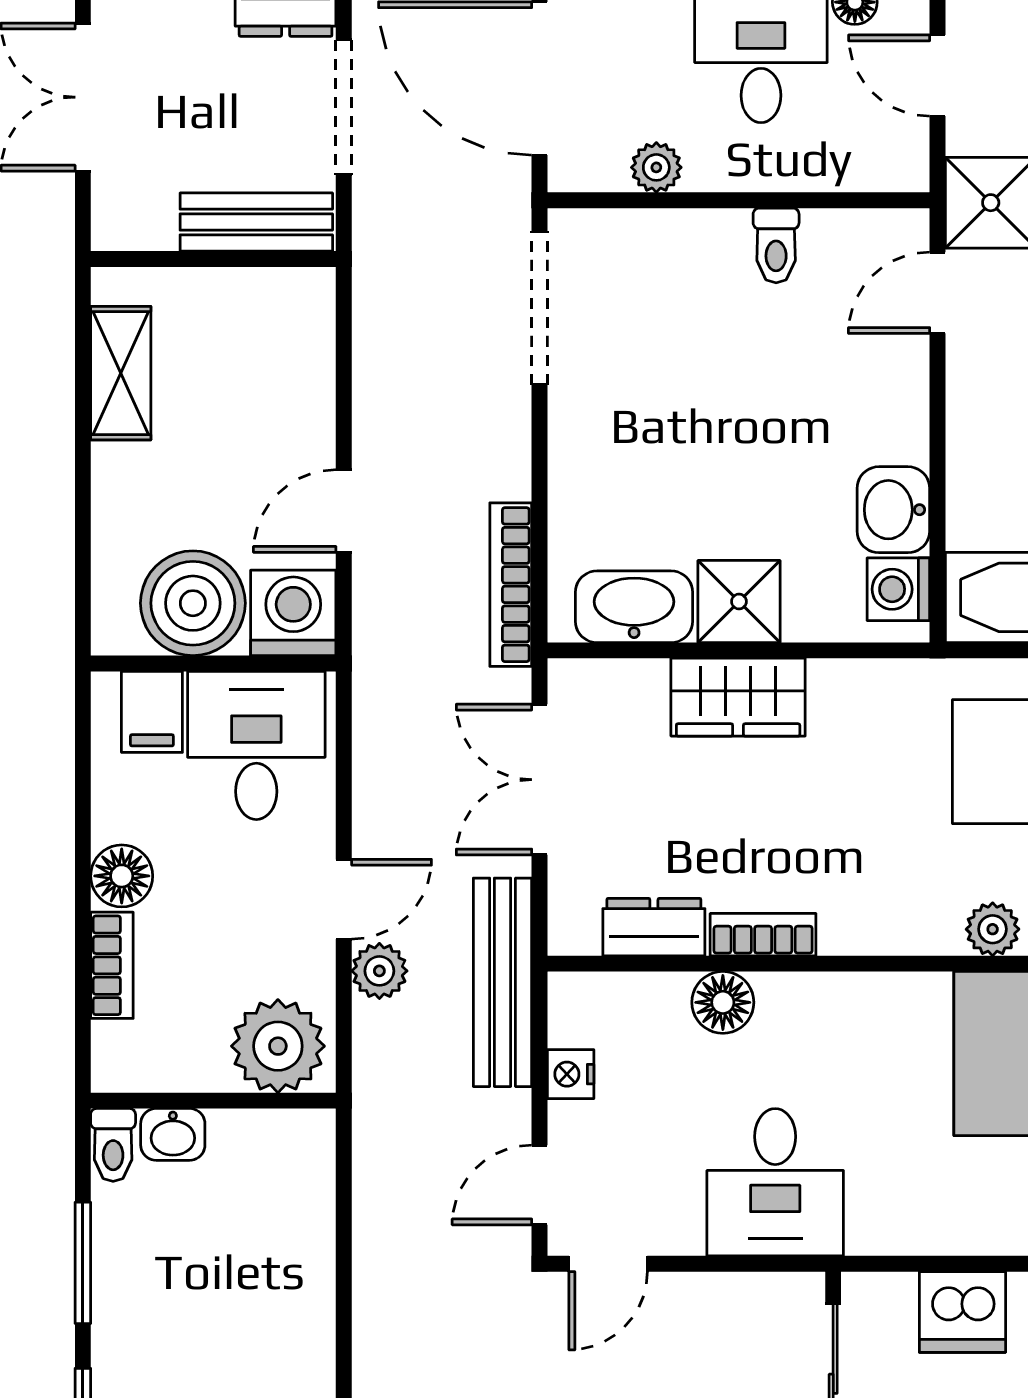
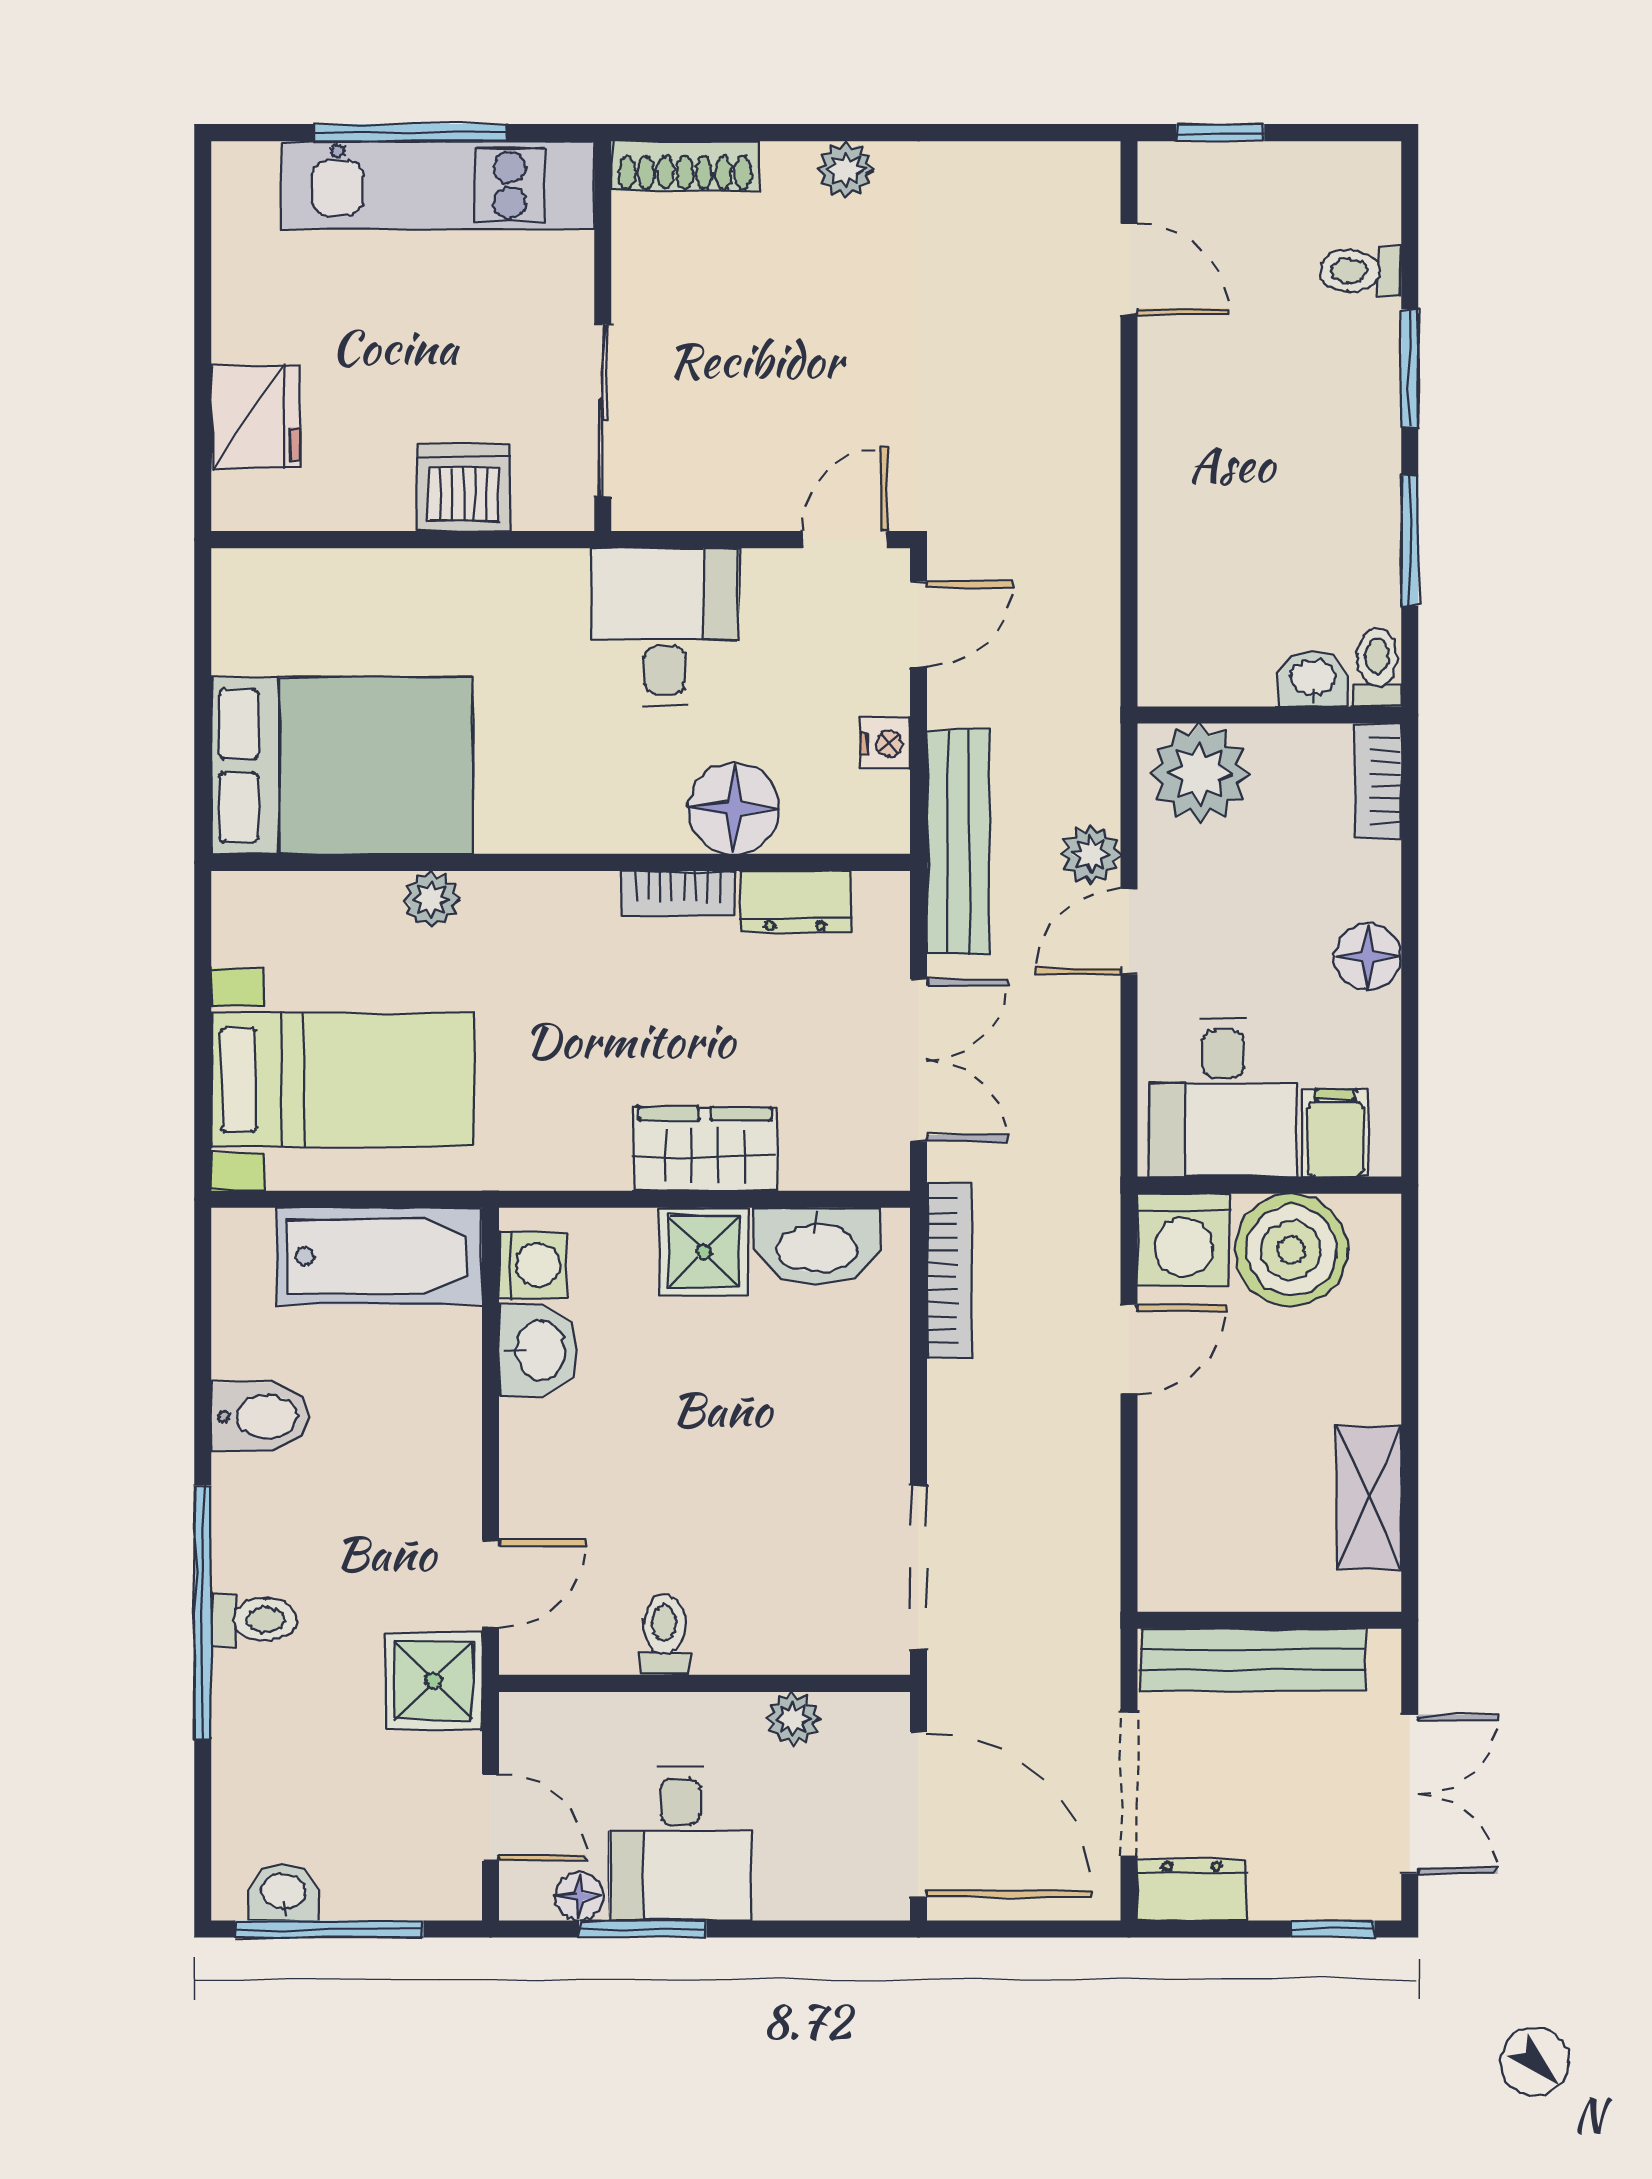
bench: (256, 222) -> (1253, 1660), width x1.36
bookcase: (112, 965) -> (1378, 781), moved
floor lamp: (723, 1002) -> (734, 808), width x1.38, depth x1.38

